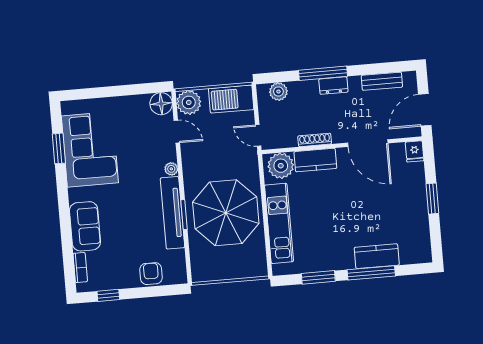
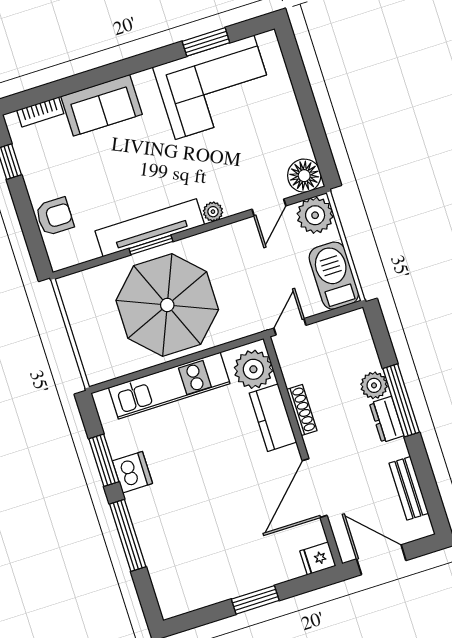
plant: (278, 91) -> (374, 385), moved
kitchen counter: (377, 256) -> (154, 538), removed
dishwasher: (330, 260) -> (132, 472), added

